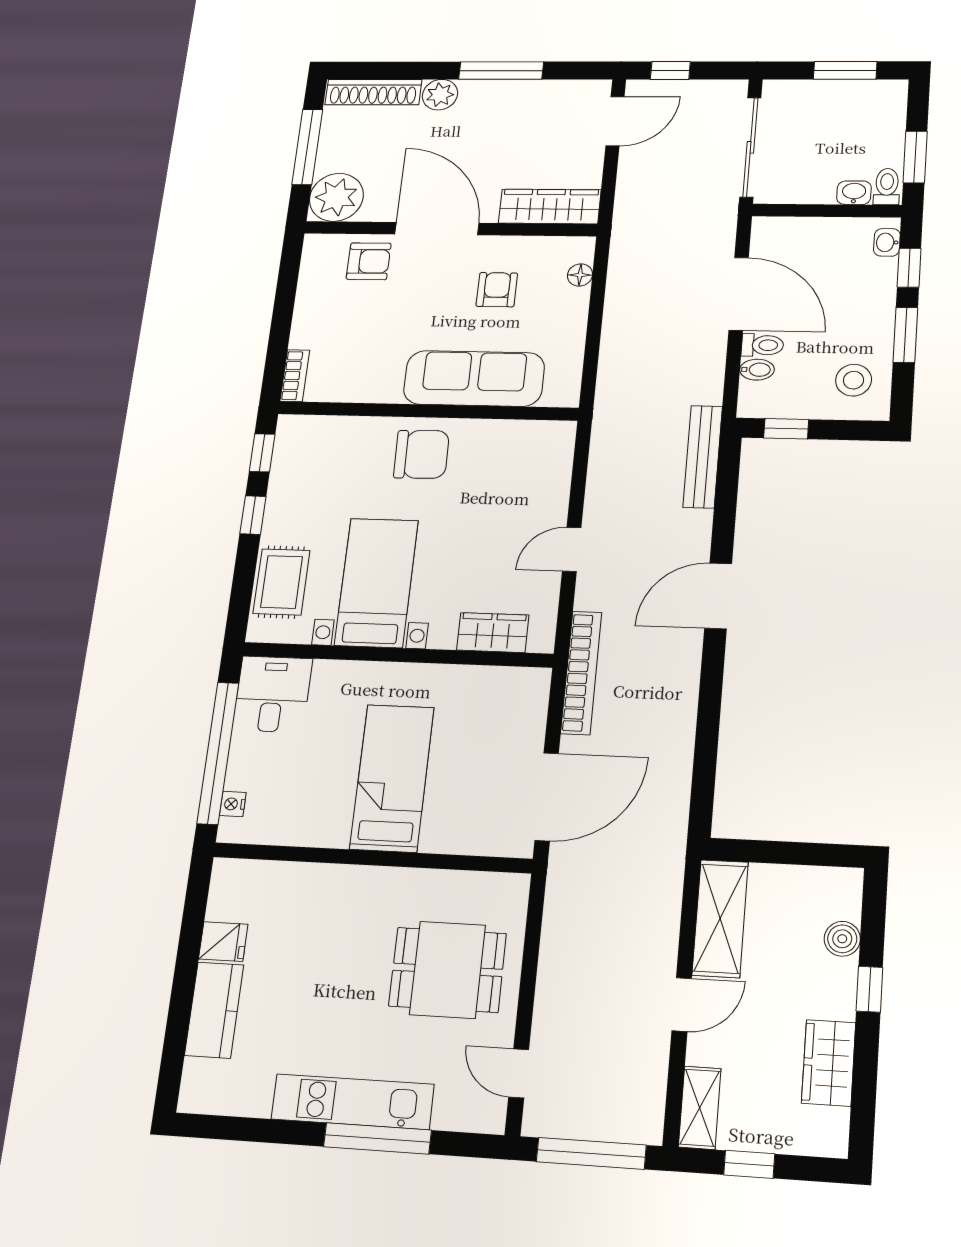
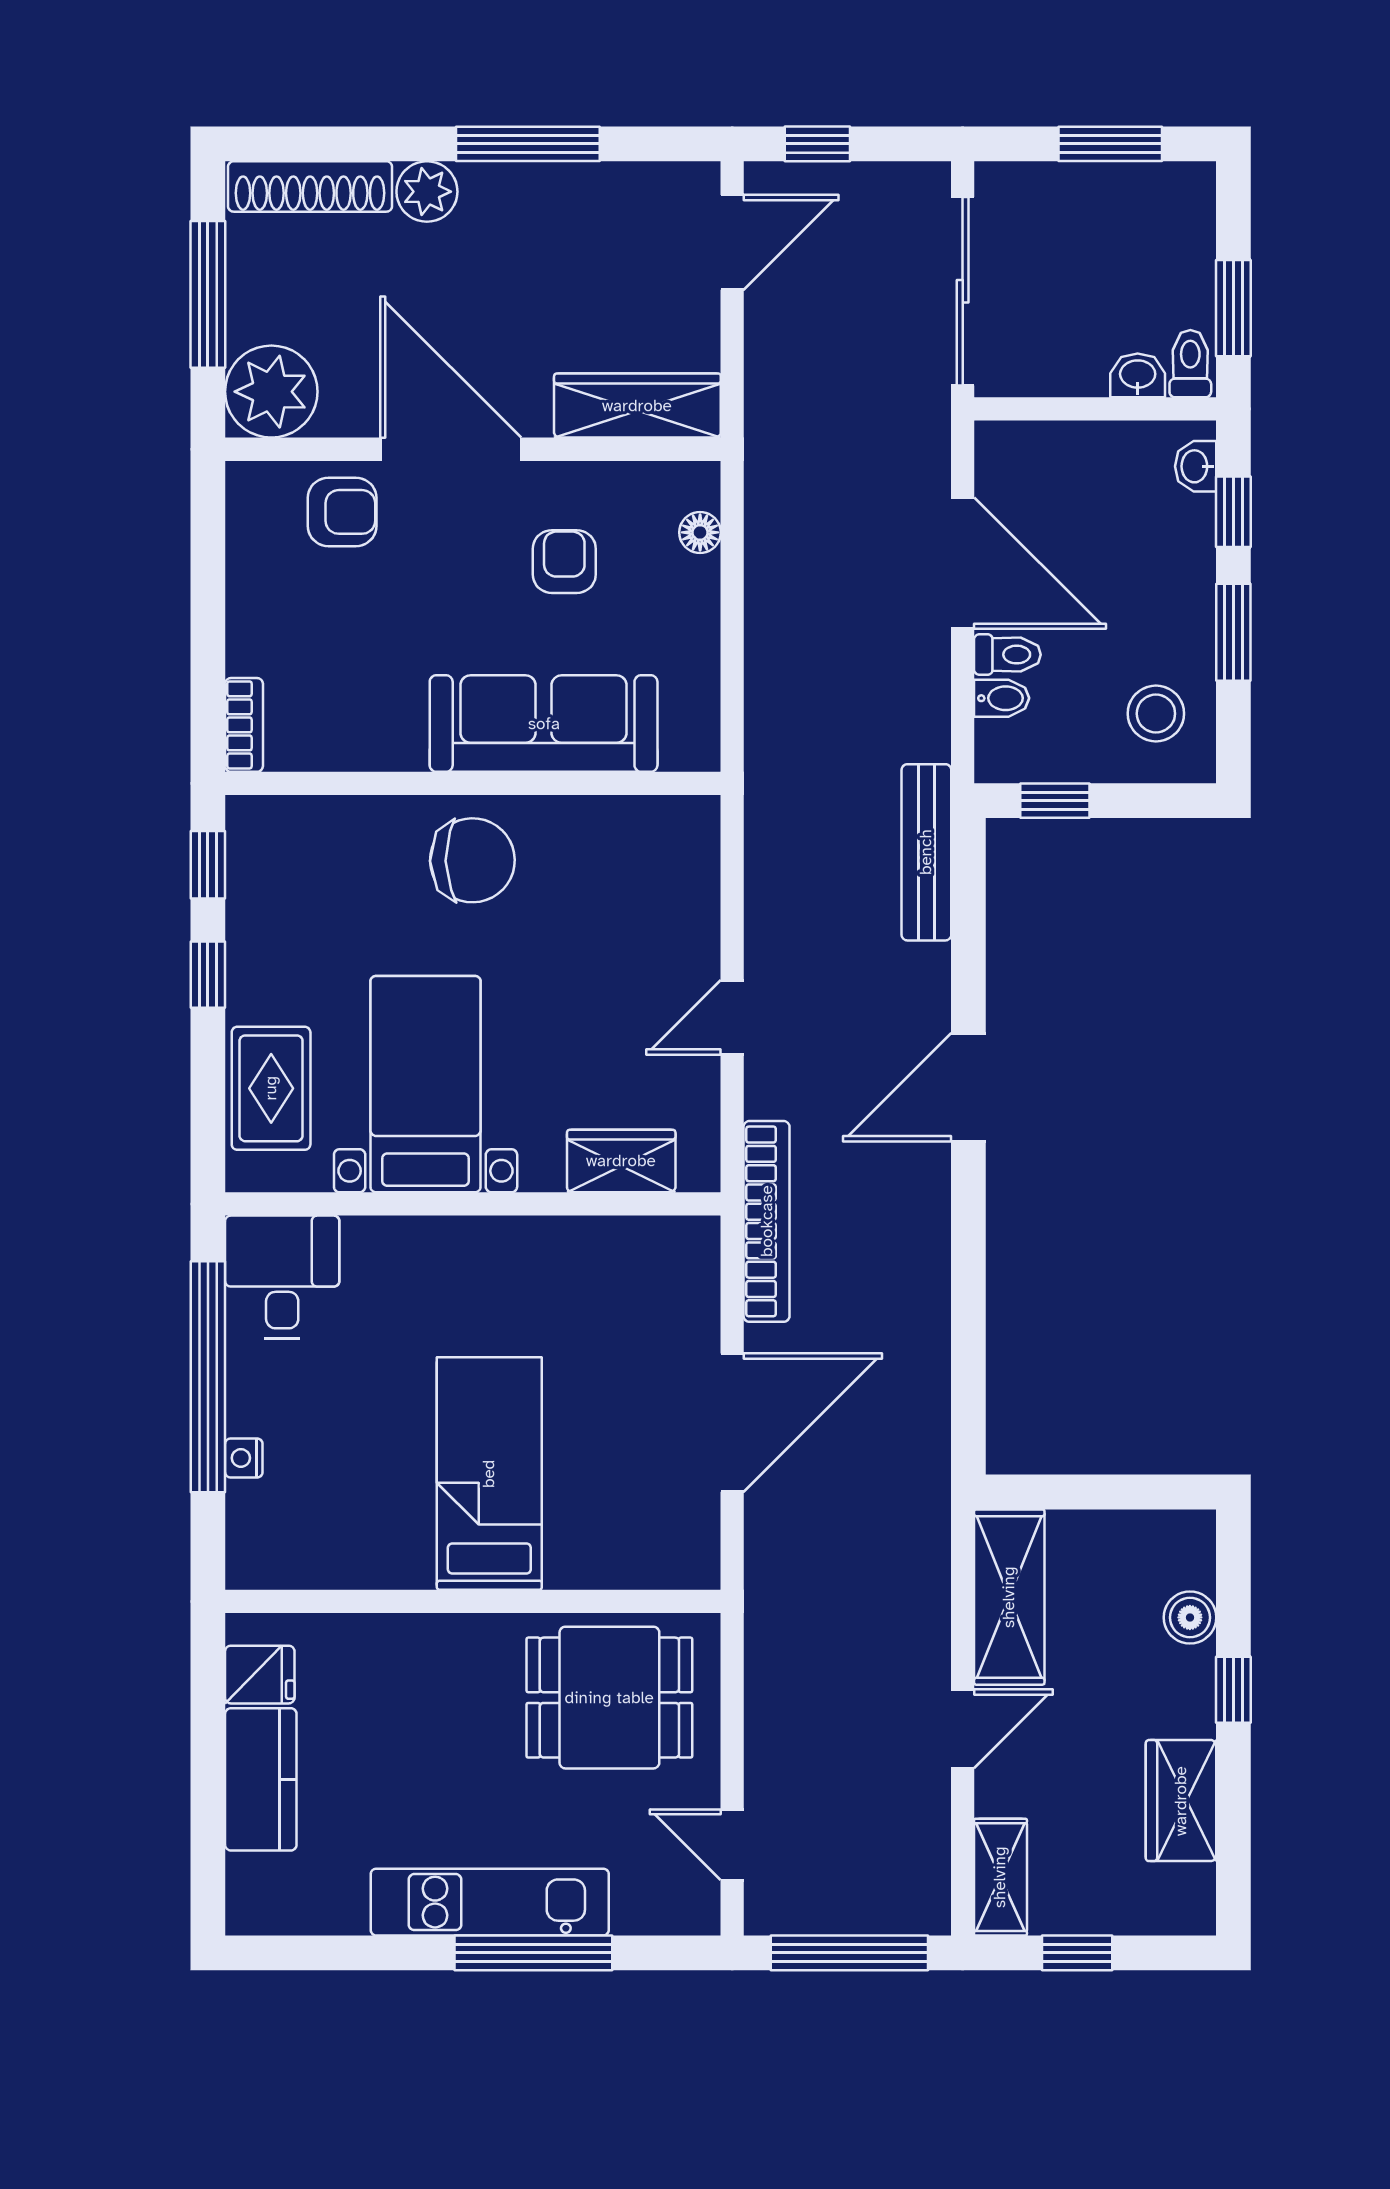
bed: (392, 778) -> (489, 1474), moved
wall: (372, 858) -> (473, 1601), moved

